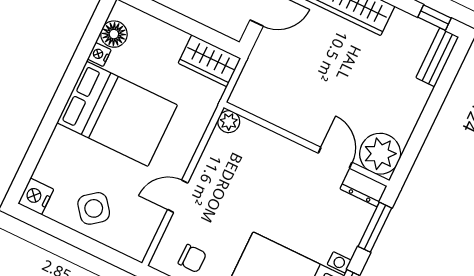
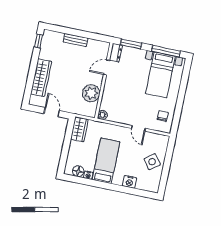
bench: (437, 57) -> (76, 40), moved
bed: (117, 114) -> (106, 161), width x0.67
plant: (380, 154) -> (91, 93), moved
nightstand: (36, 196) -> (130, 182), moved

